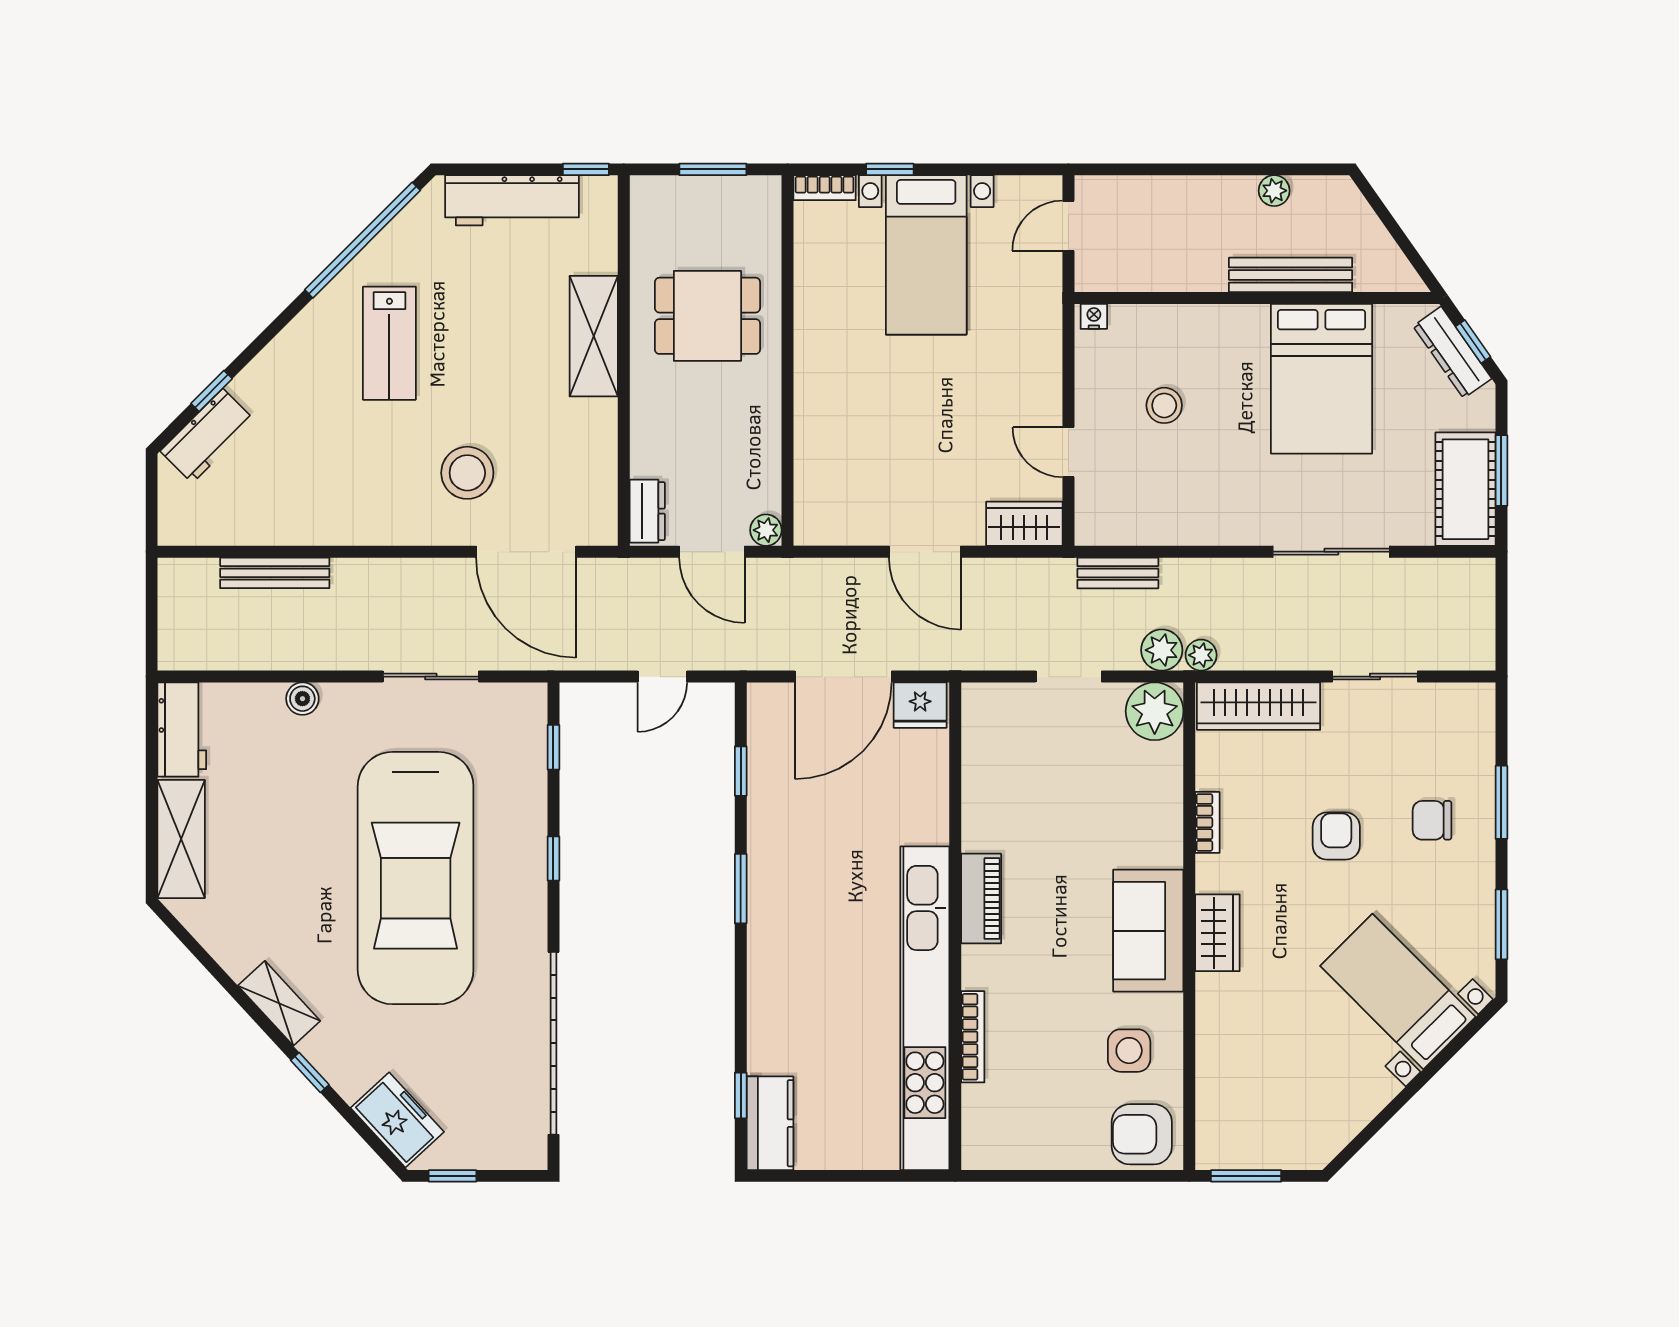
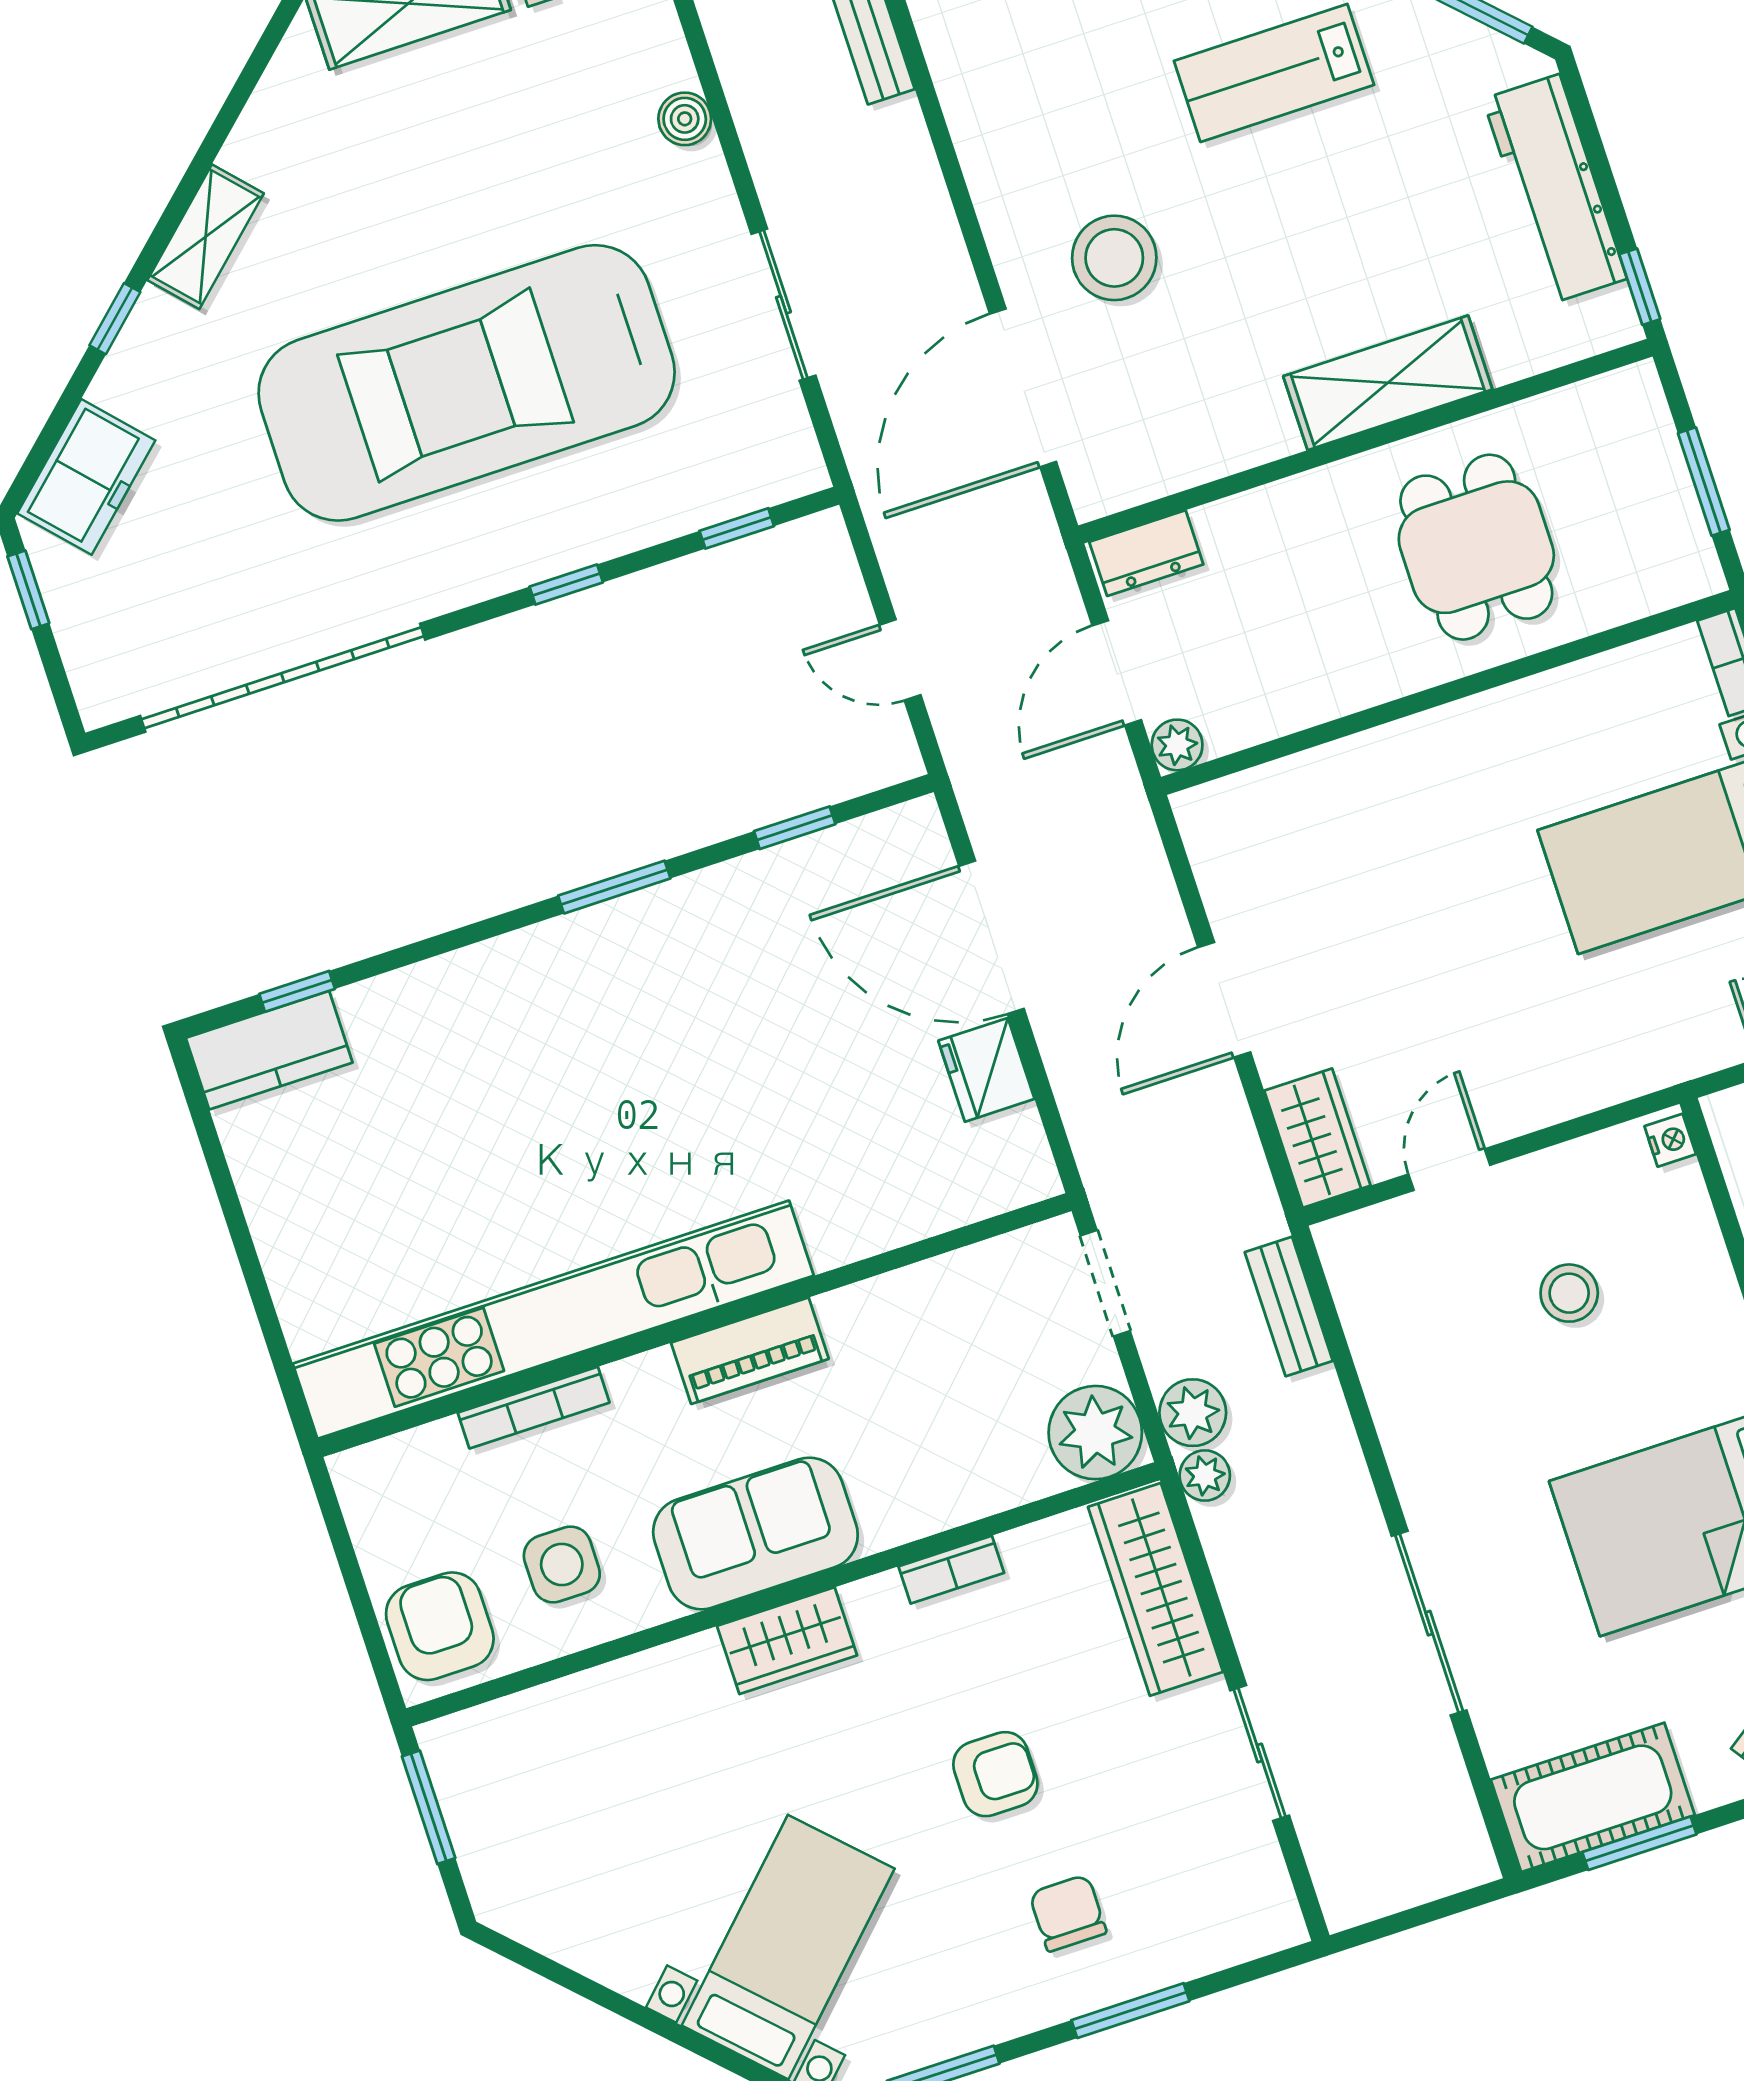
piano: (981, 899) -> (750, 1351), moved
wall: (955, 926) -> (694, 1325), moved
kitchen unit: (925, 1008) -> (553, 1320), moved
bookcase: (973, 1037) -> (534, 1408), moved

